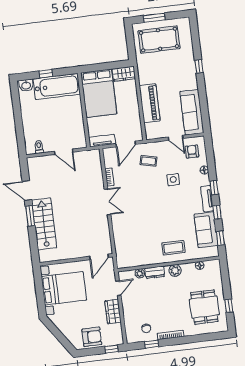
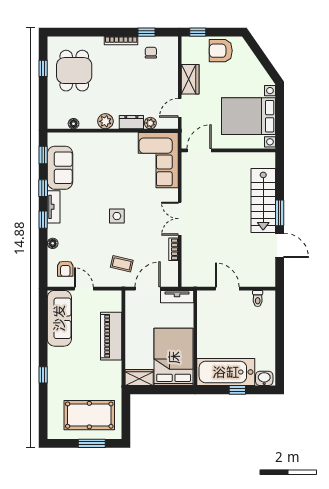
side table: (173, 180) -> (117, 216), moved
corner sofa: (130, 245) -> (158, 160), added
coffee table: (173, 248) -> (104, 150), removed

